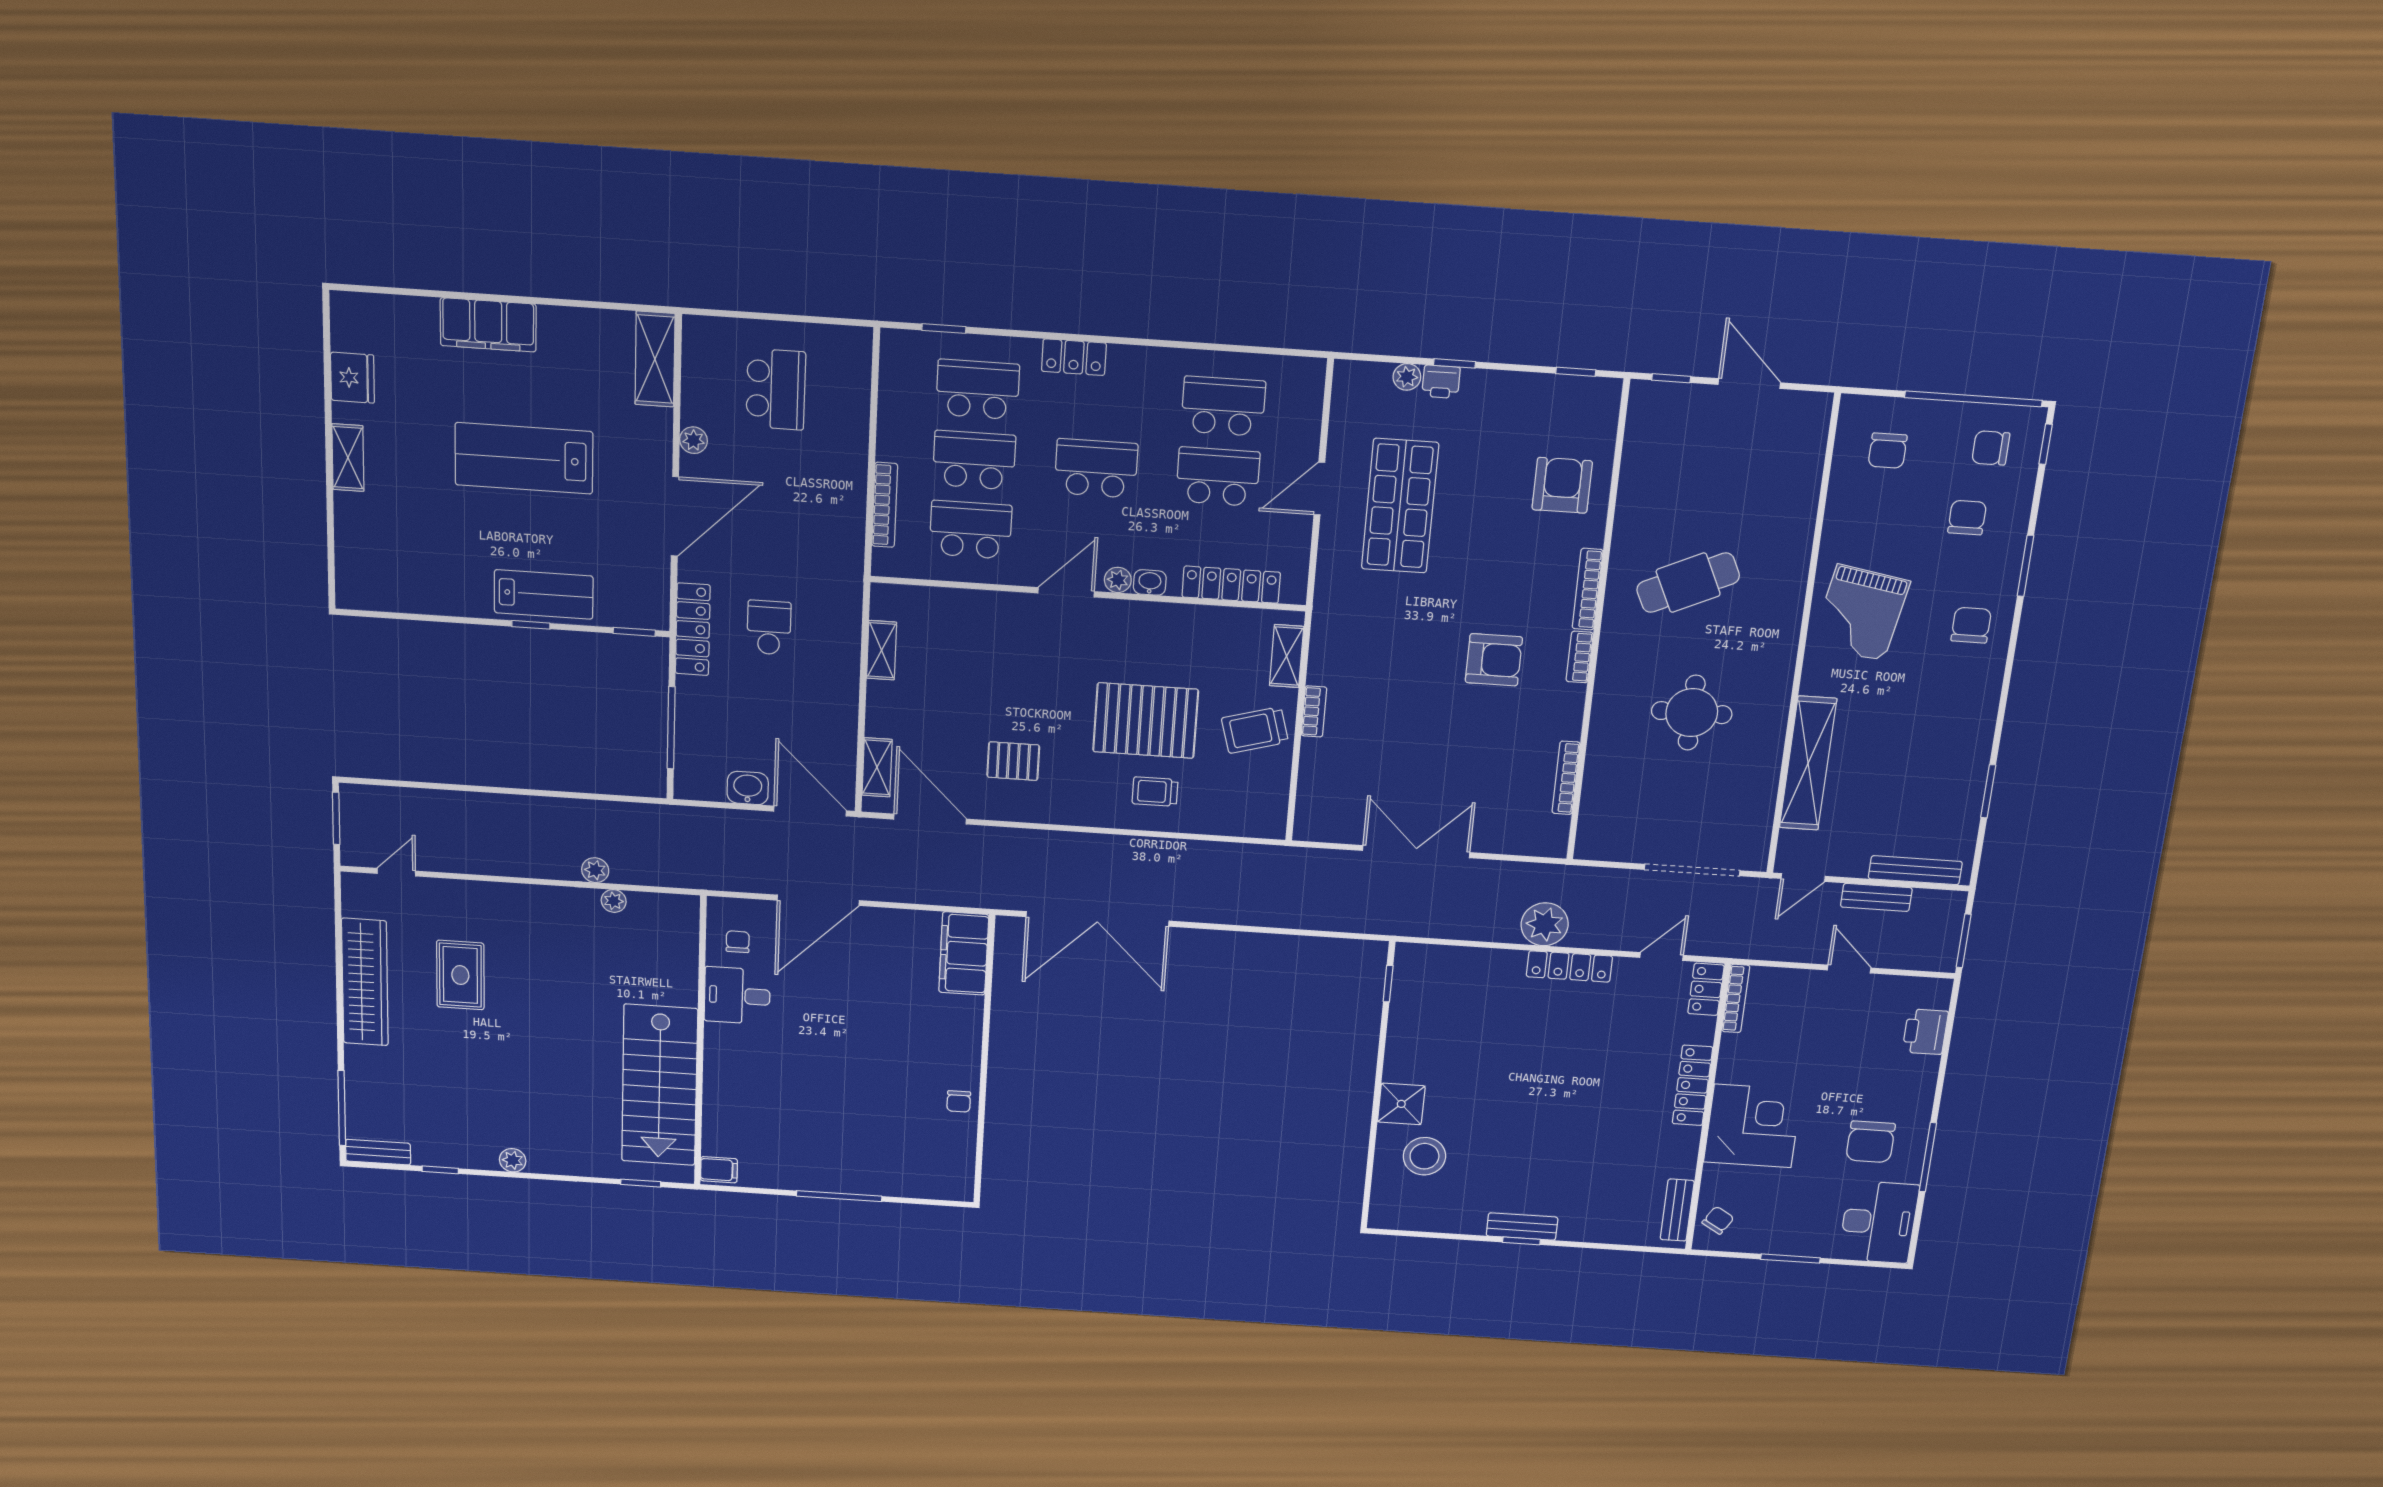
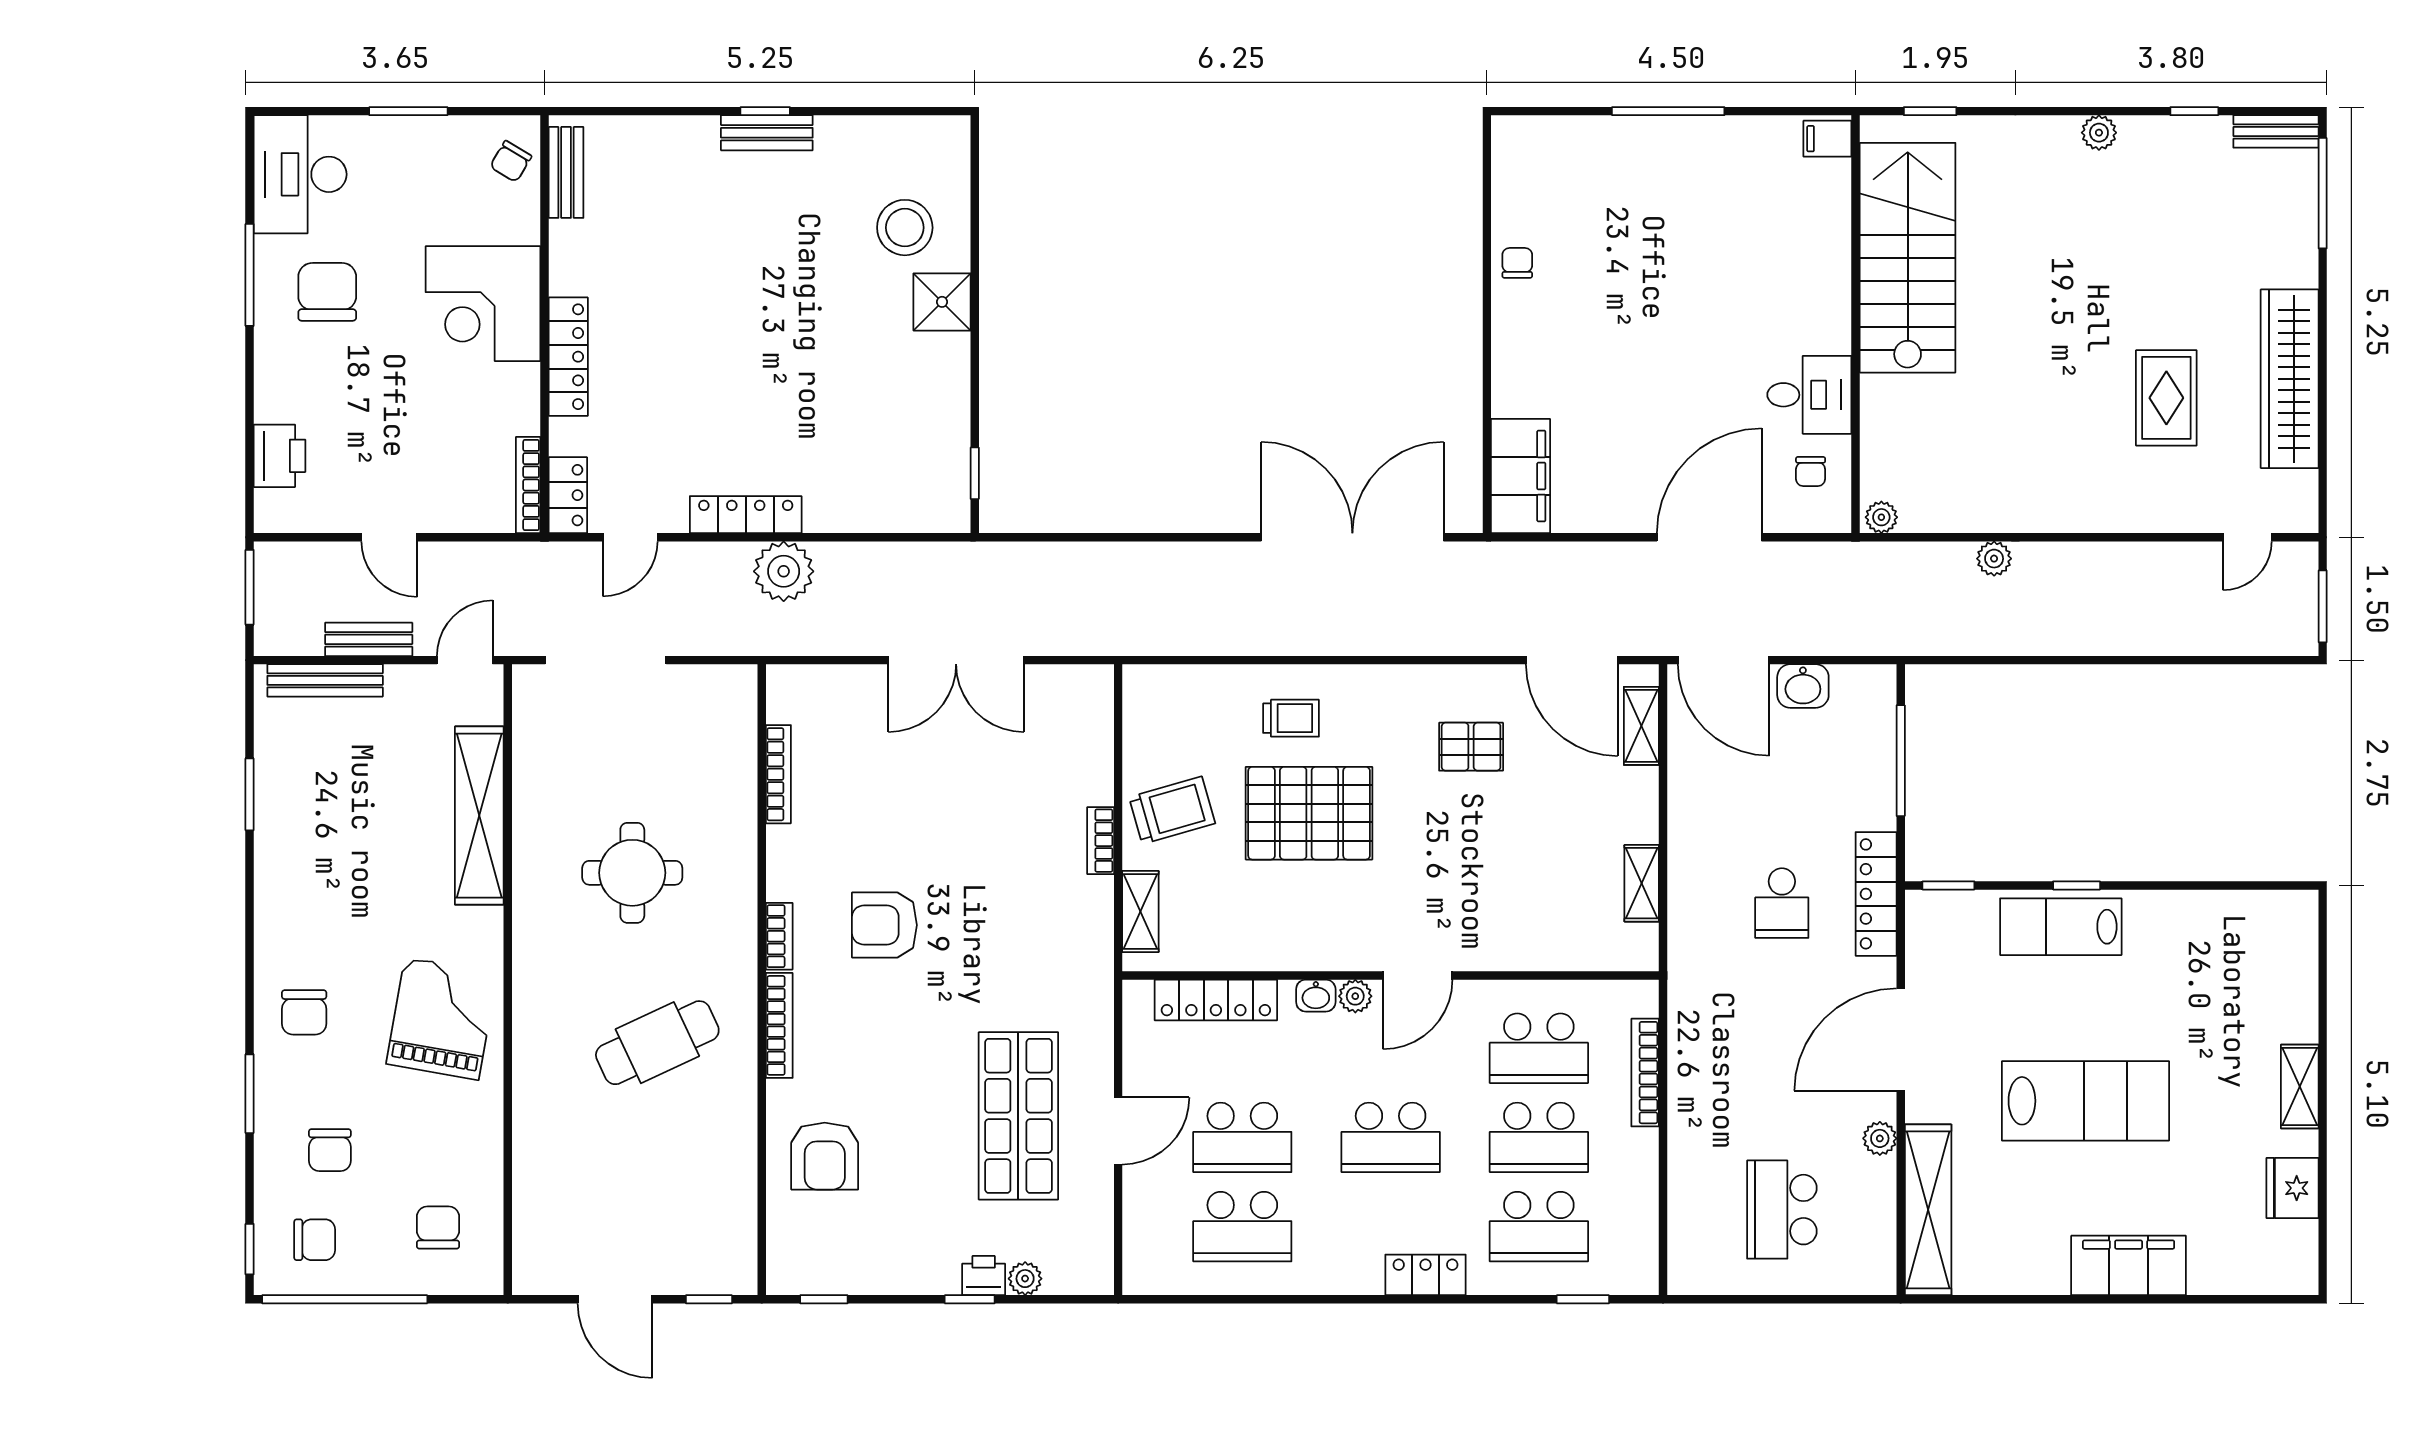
shelving: (655, 359) -> (1928, 1210), width x1.47
plant: (614, 901) -> (1881, 517), moved

